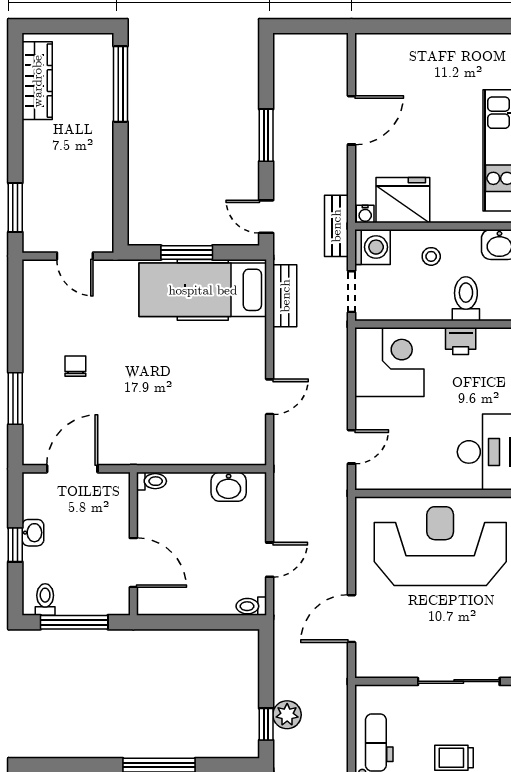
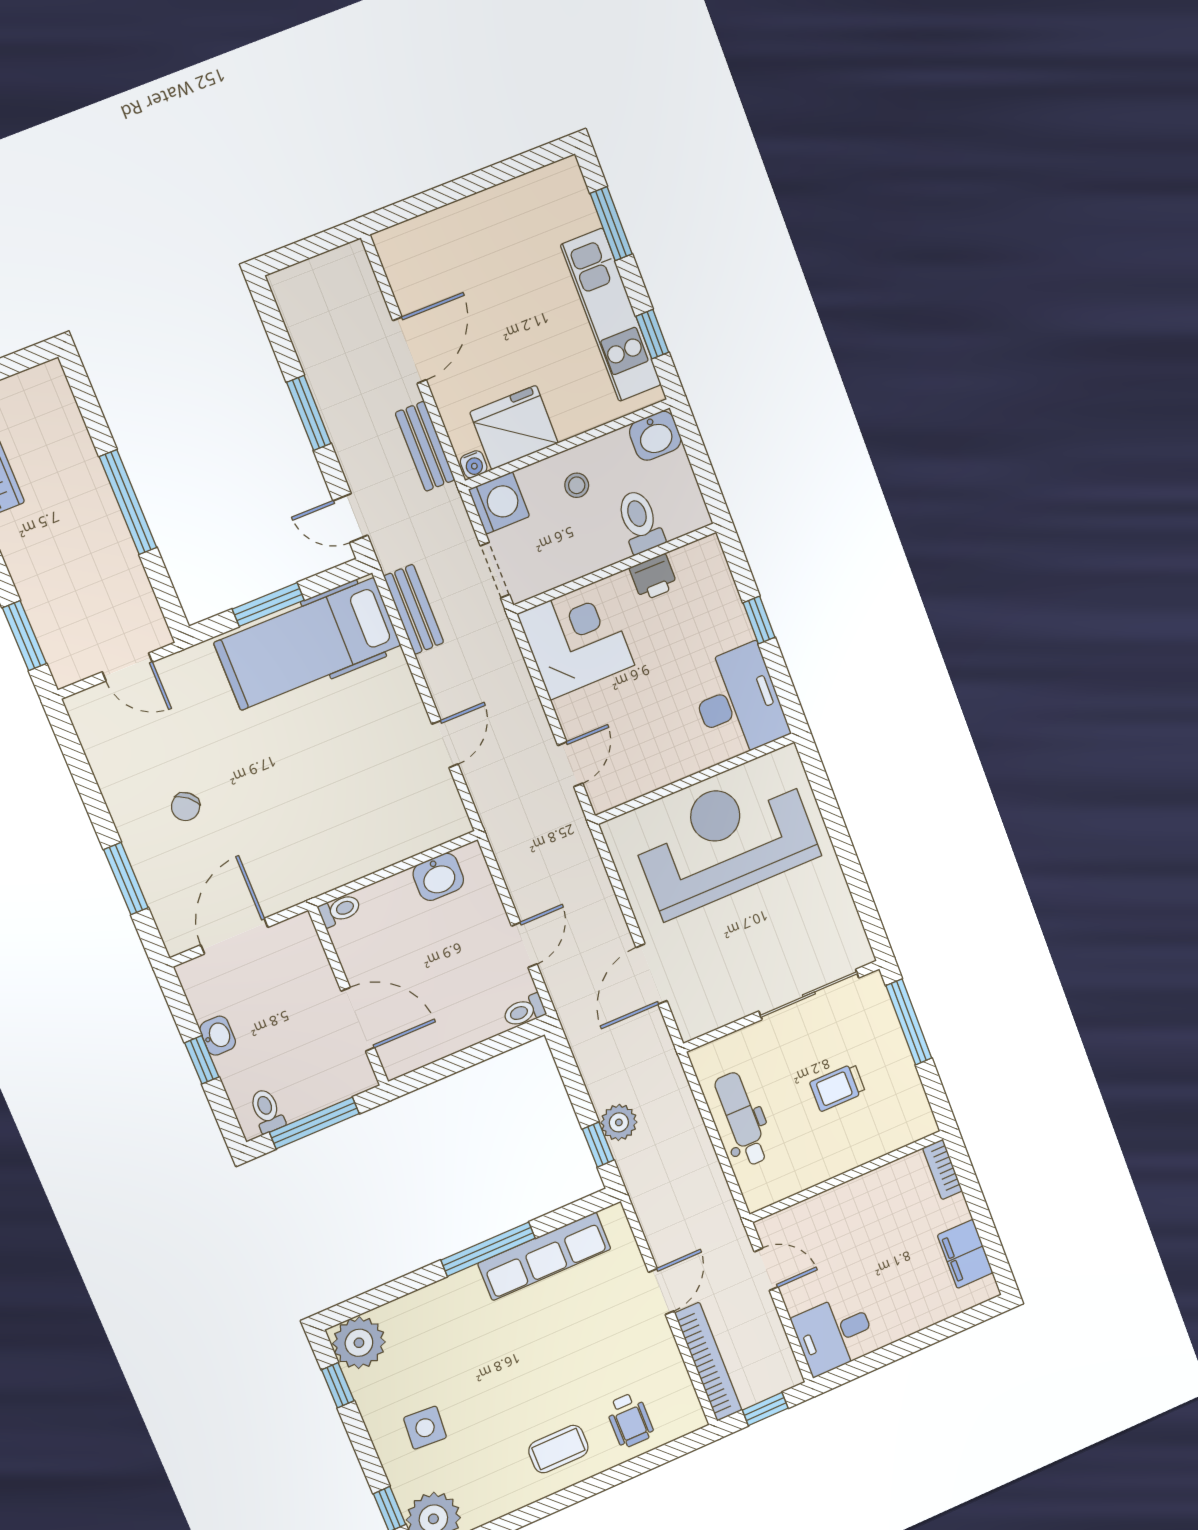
window: (121, 84) -> (128, 502), moved
bench: (336, 226) -> (425, 446), moved
chair: (75, 366) -> (186, 807), turned -140

